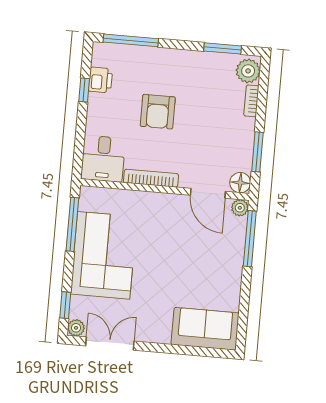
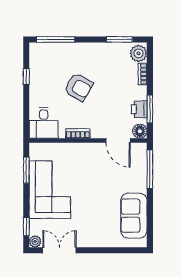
printer: (100, 80) -> (139, 109), moved, turned 180
armchair: (158, 112) -> (79, 87), turned -60
bookcase: (151, 178) -> (78, 134), width x0.64
plant: (240, 208) -> (141, 149), removed
window: (72, 224) -> (26, 170), width x0.69
sofa: (205, 329) -> (134, 216), moved, turned -90

